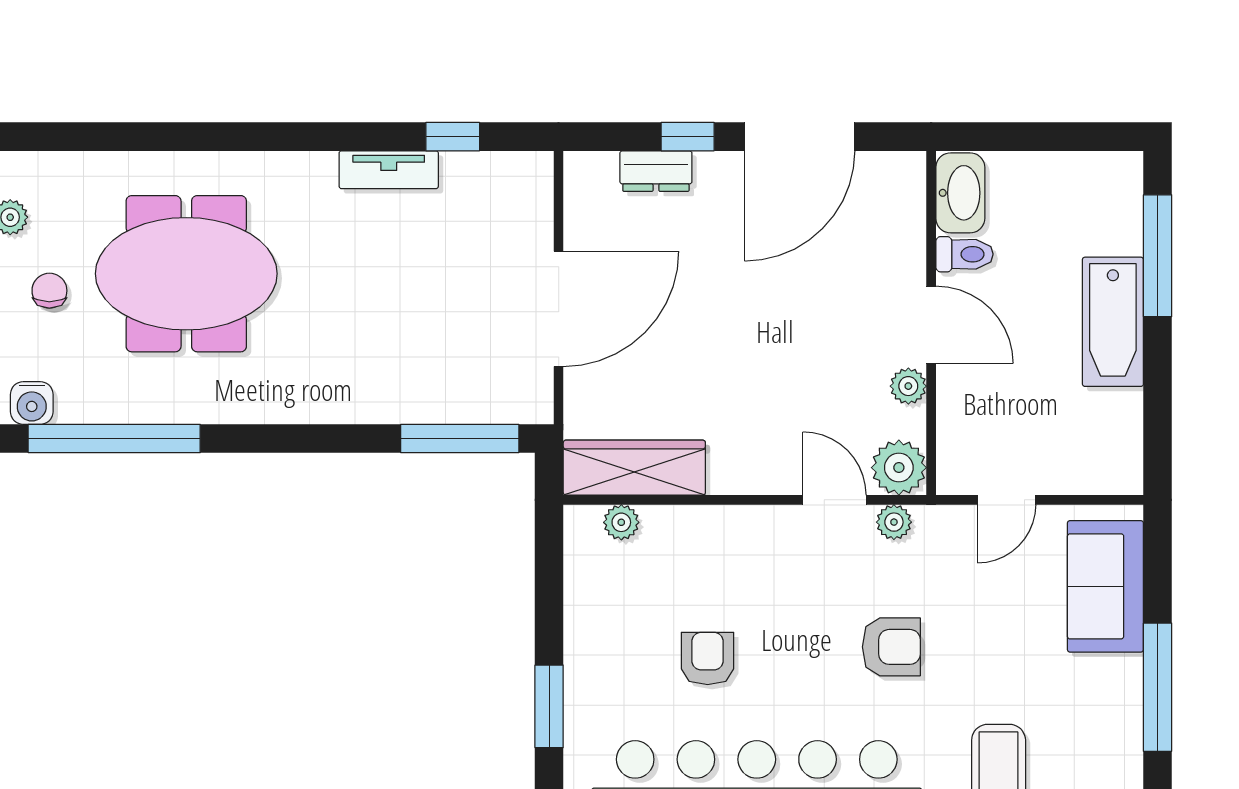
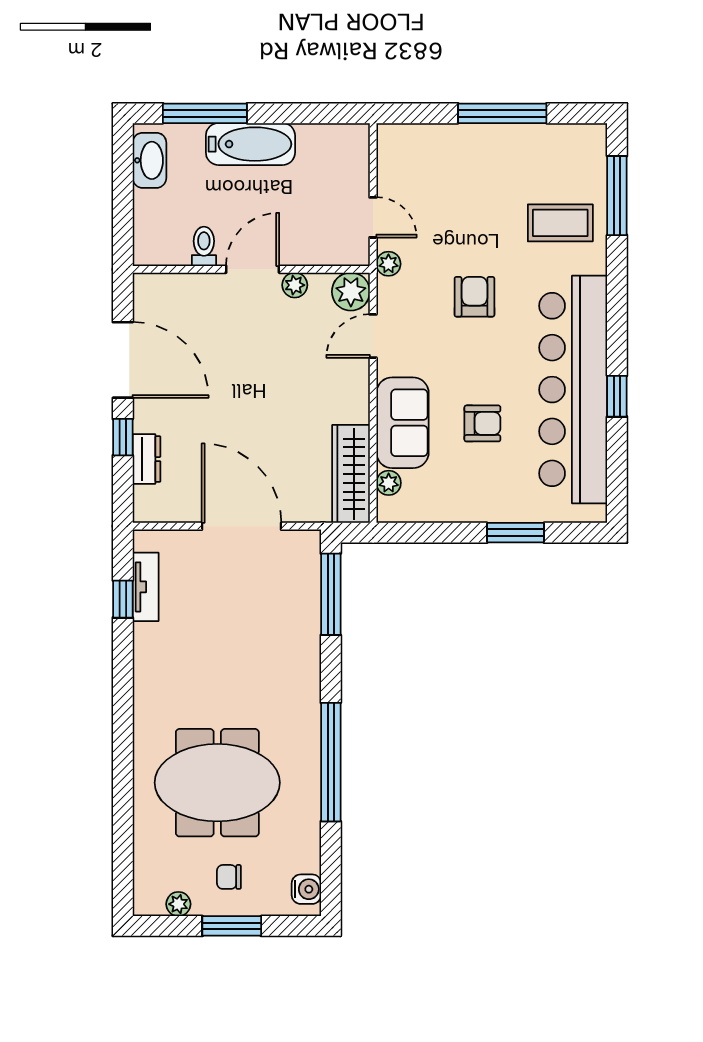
tv unit: (389, 170) -> (146, 587), moved
washbasin: (960, 193) -> (149, 160), moved, turned 90
meeting table: (186, 274) -> (217, 783), turned 90
window: (114, 438) -> (331, 762), moved
plant: (894, 522) -> (388, 264), moved
sofa: (1105, 586) -> (403, 423), moved, turned -90
armchair: (708, 658) -> (482, 423), turned 180

